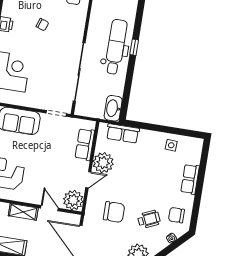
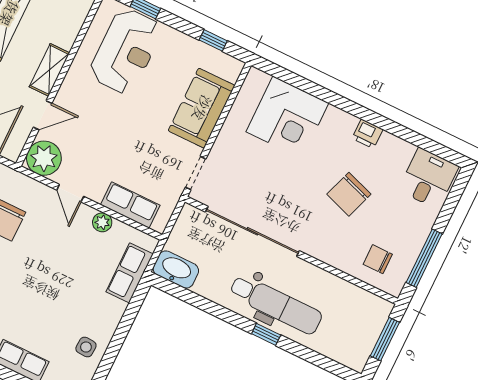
chair: (42, 25) -> (349, 194), width x1.87, depth x1.87
plant: (103, 163) -> (102, 222), width x0.53, depth x0.53

